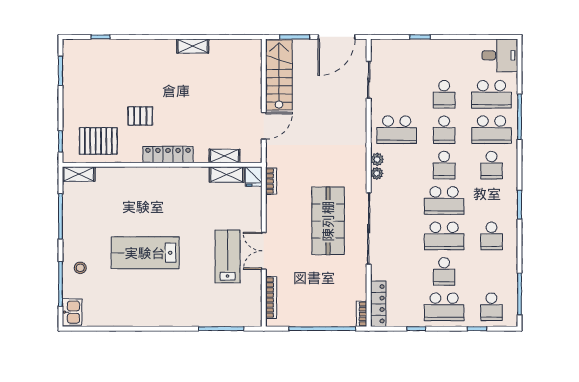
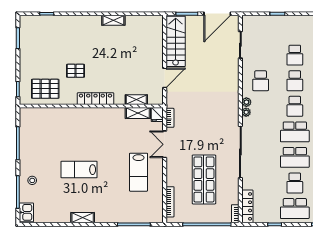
school desk: (397, 130) -> (261, 81), width x0.54
shelving: (79, 174) -> (83, 218), moved
shop shelf: (328, 221) -> (204, 179), moved
double door: (264, 251) -> (165, 144), moved
lab bench: (145, 253) -> (79, 170), width x0.73, depth x0.72
lab bench: (228, 256) -> (138, 172), turned 180

